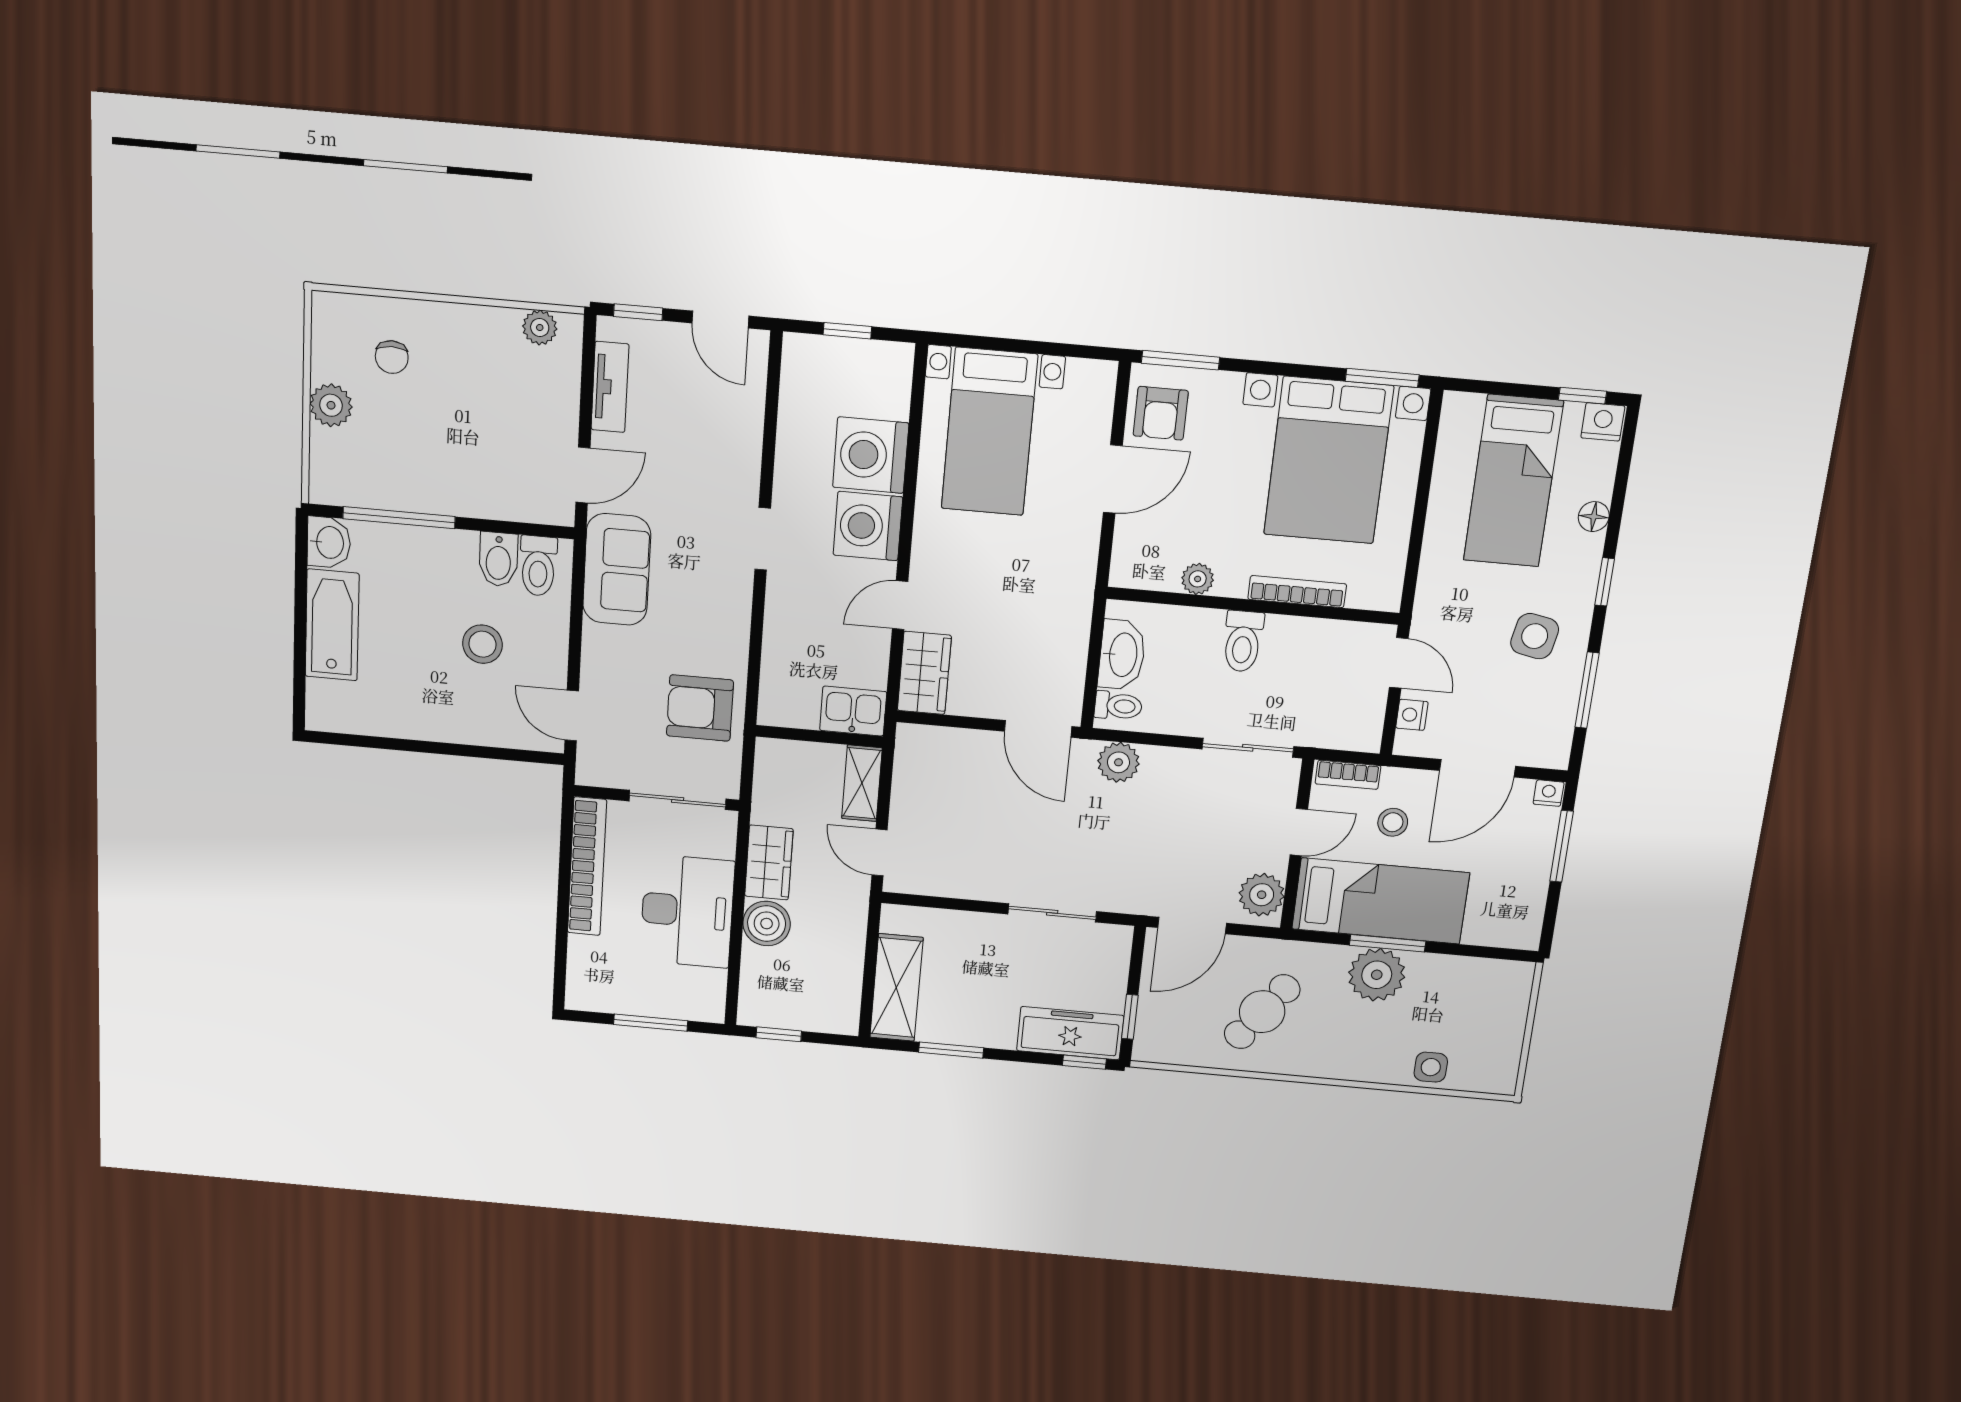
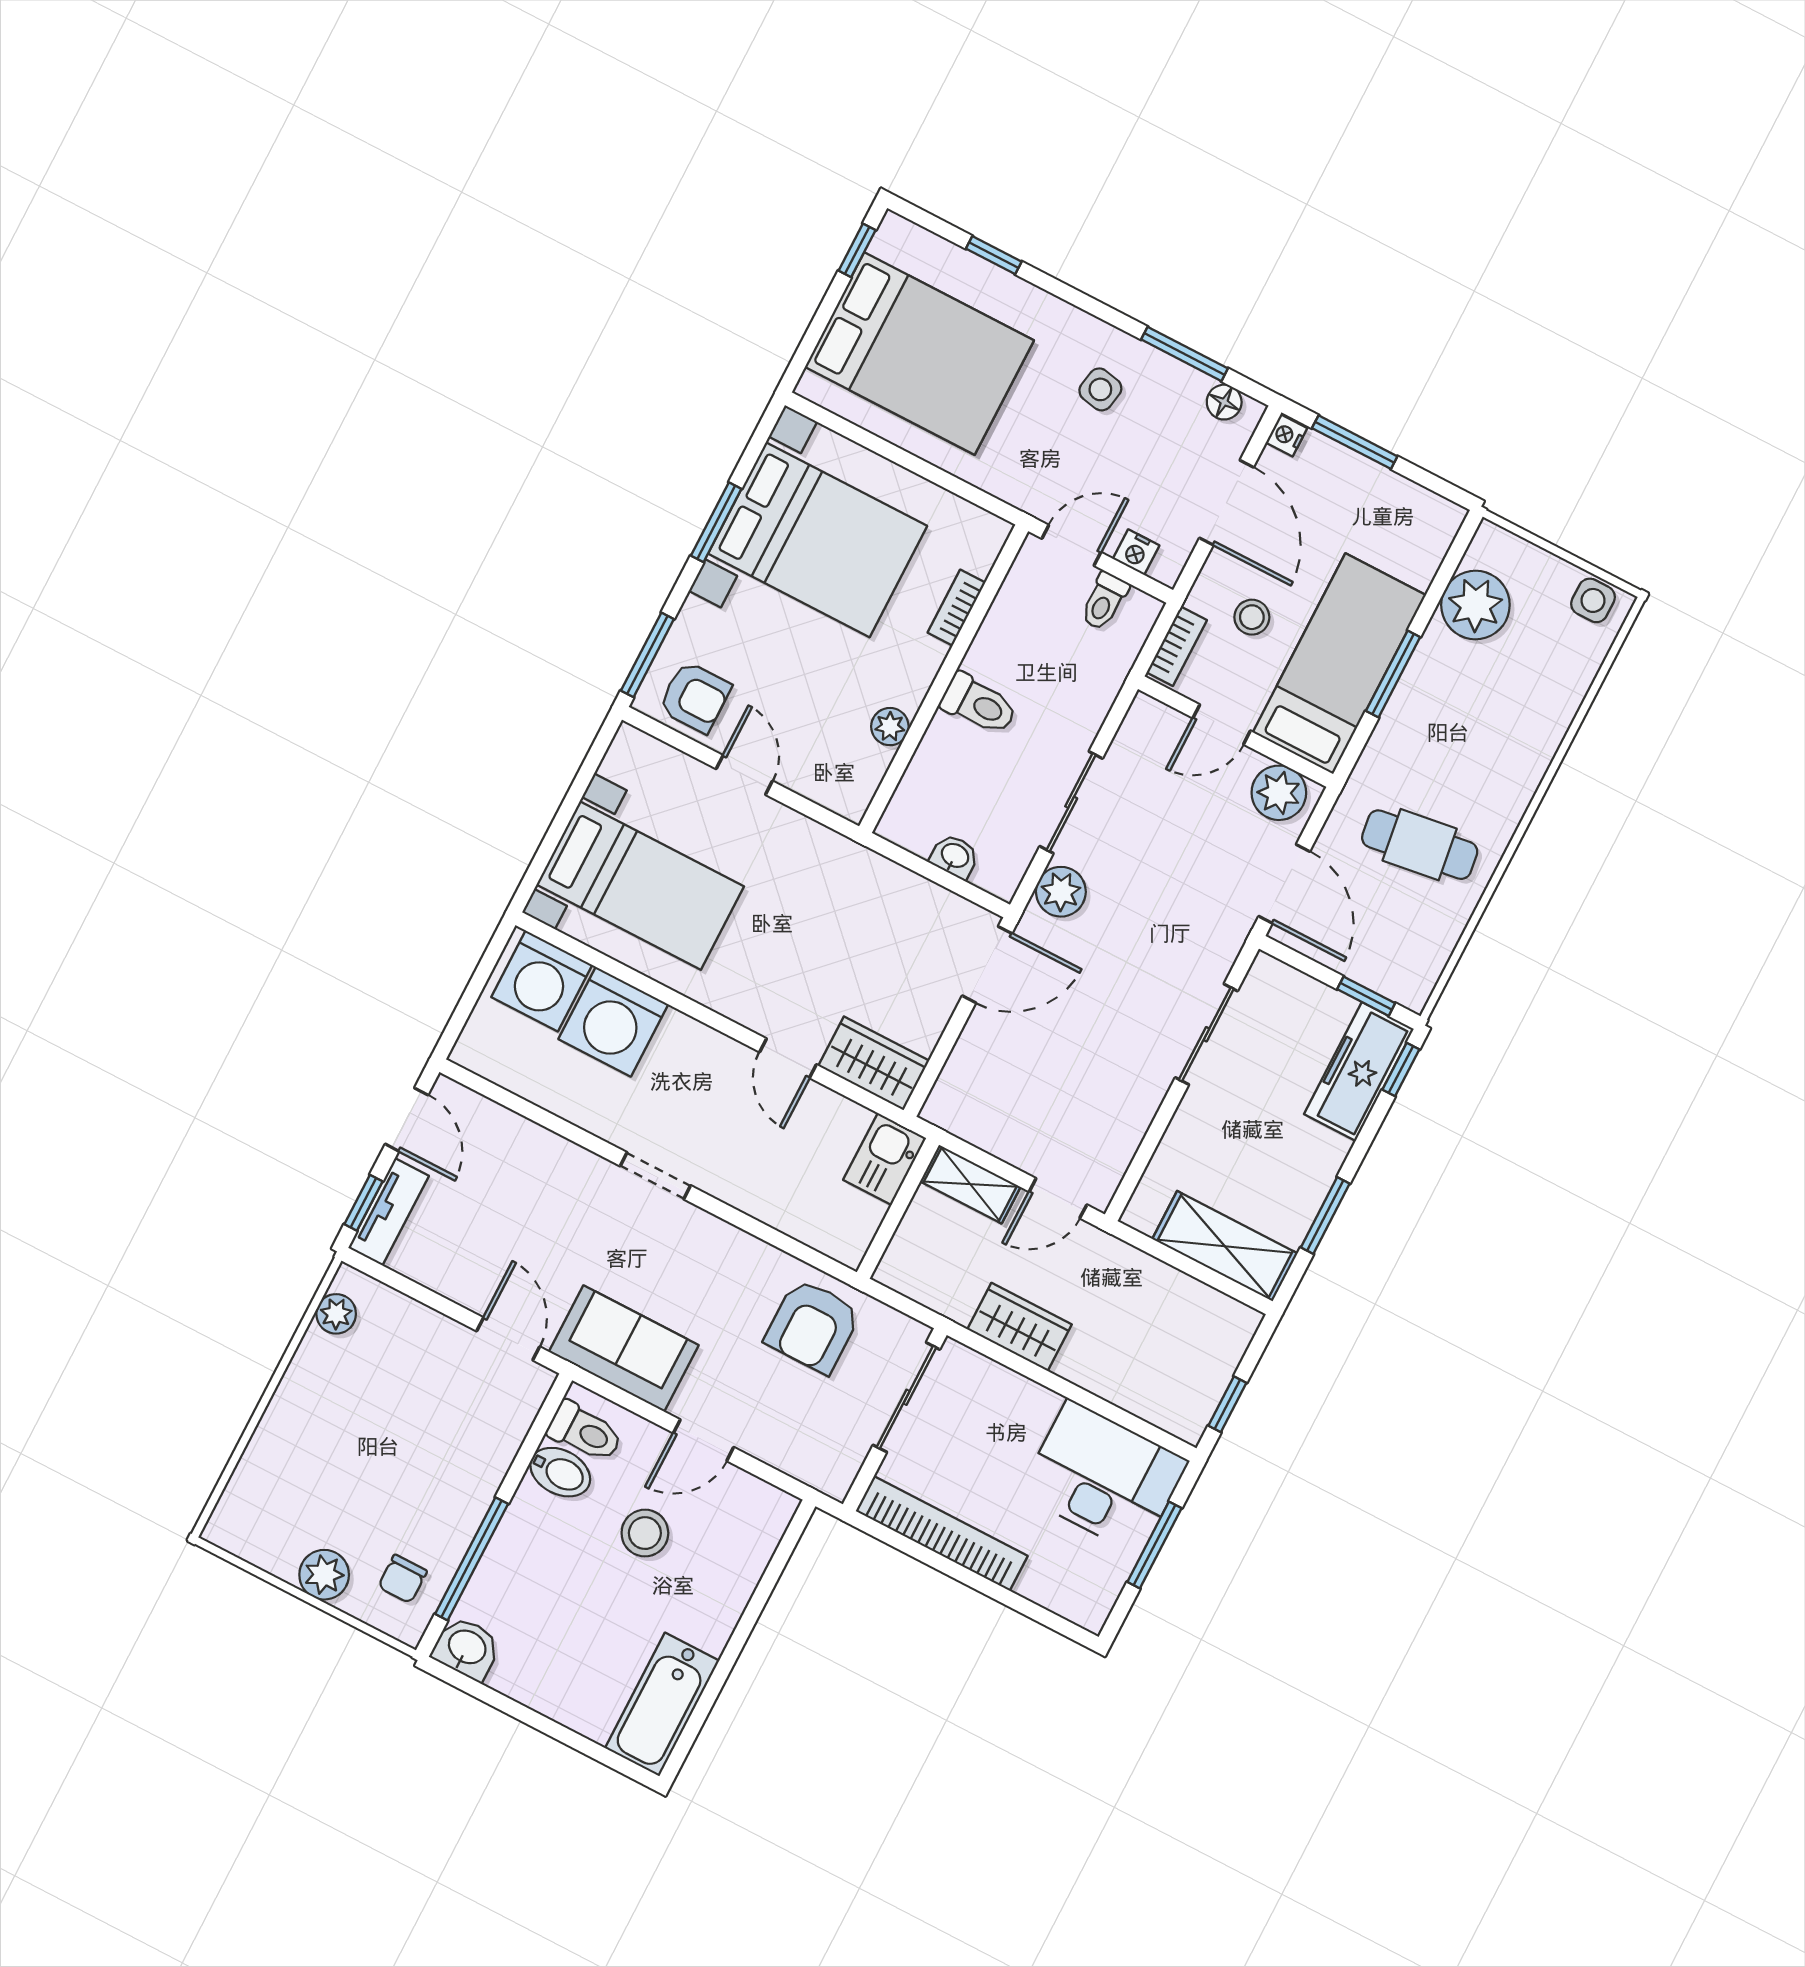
door: (720, 319) -> (407, 1120), hinge flipped
window: (847, 331) -> (473, 991), removed
chair: (392, 357) -> (403, 1579), moved, turned 90
window: (1382, 378) -> (716, 522), moved
tv unit: (610, 387) -> (389, 1212), moved, turned 90
nightstand: (1603, 422) -> (894, 239), removed
door: (1113, 479) -> (744, 775), width x0.73
bed: (1513, 481) -> (919, 354), width x1.50
floor lamp: (1594, 517) -> (1224, 402), moved
washing machine: (868, 526) -> (542, 981), moved
window: (1605, 582) -> (994, 255), moved
bookcase: (1297, 592) -> (956, 608), width x0.64
bathtub: (332, 625) -> (662, 1704), moved, turned -90
side table: (1535, 636) -> (1100, 389), width x0.73, depth x0.73
washbasin: (1122, 655) -> (955, 856), width x0.52, depth x0.69
toilet: (1118, 706) -> (1104, 601), moved, turned 180
door: (572, 716) -> (703, 1440), moved
sliding door: (1248, 748) -> (1071, 802), moved
door: (1299, 832) -> (1222, 724), swing flipped
desk: (687, 911) -> (1104, 1477), moved
boiler: (767, 924) -> (1090, 1361), removed
plant: (1377, 975) -> (1475, 605), moved
cafe table: (1262, 1012) -> (1420, 845), turned -44
side table: (1431, 1067) -> (1593, 600), moved

